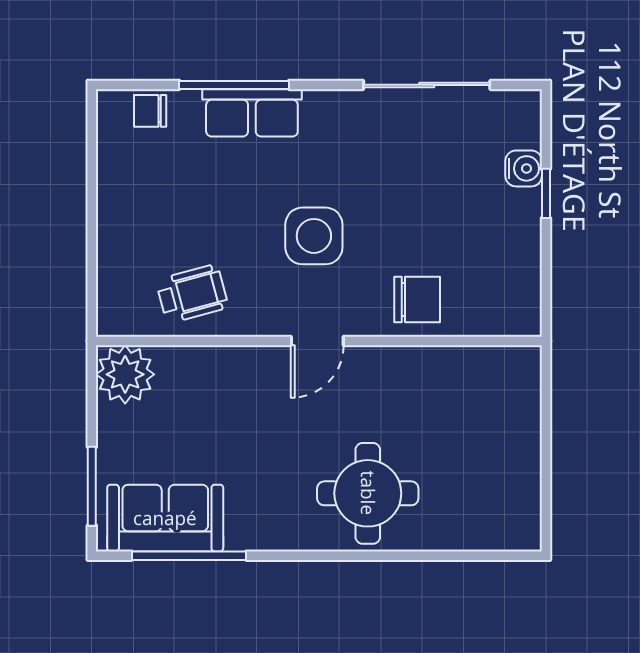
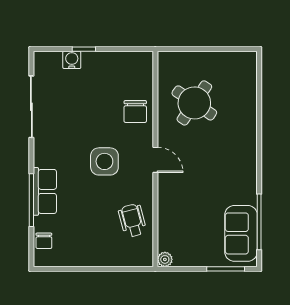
chair: (417, 300) -> (135, 111), turned 180
plant: (125, 374) -> (165, 259), width x0.53, depth x0.53
round table: (368, 493) -> (194, 103), moved, turned 34

